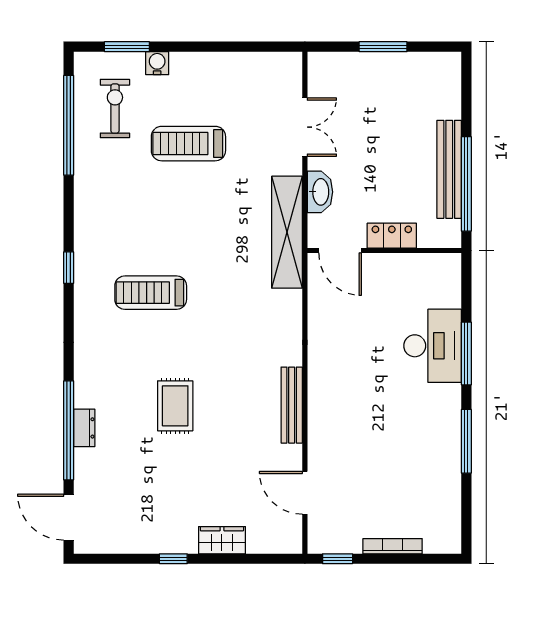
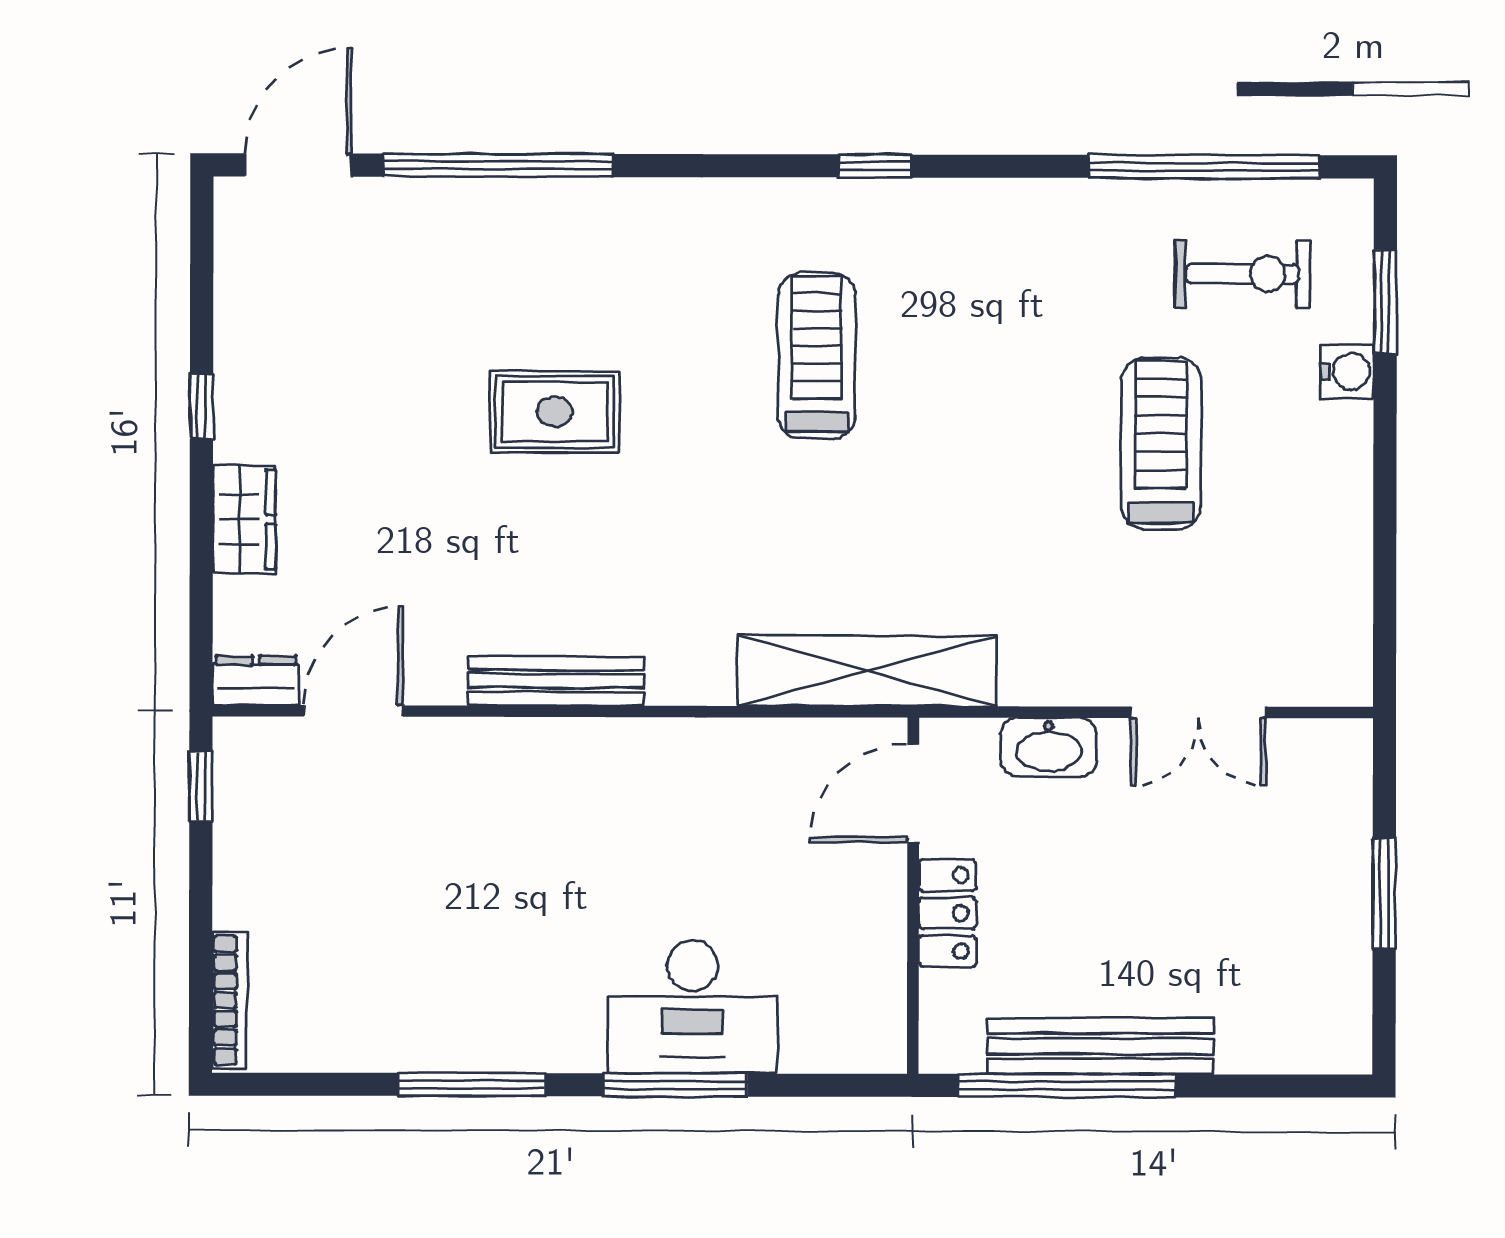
shelving: (287, 232) -> (867, 671), moved
dresser: (84, 428) -> (256, 681), moved, turned 180
bookcase: (393, 546) -> (230, 1000), moved

